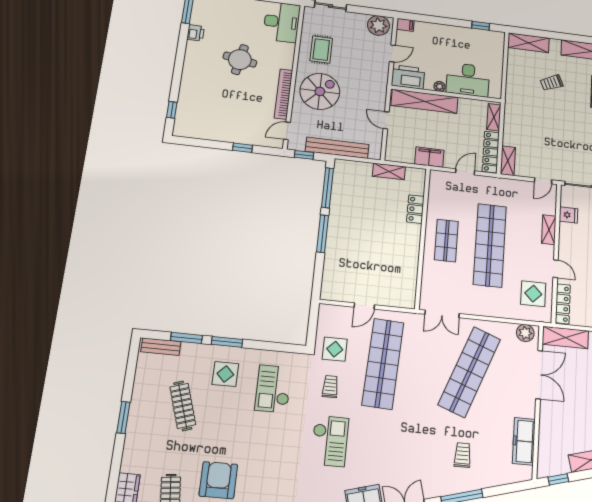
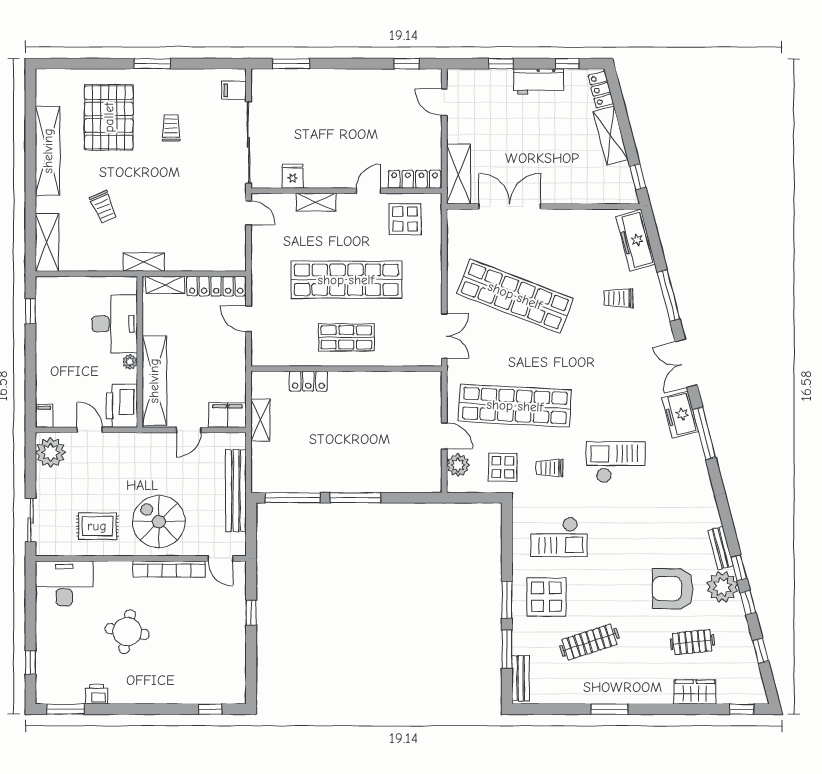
window: (304, 155) -> (251, 533), removed
filing cabinet: (429, 157) -> (227, 415), moved, turned 90
shelving: (508, 161) -> (144, 262), moved
plant: (525, 333) -> (458, 465), moved
display table: (225, 374) -> (546, 597), width x1.36, depth x1.36
freezer: (524, 441) -> (635, 240), moved, turned 75

